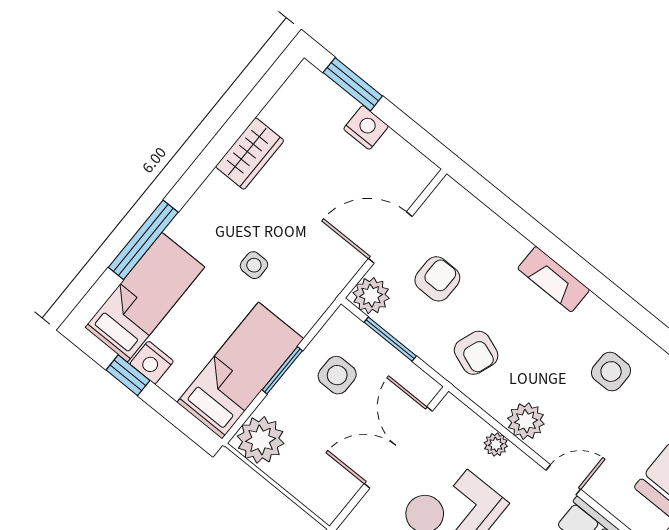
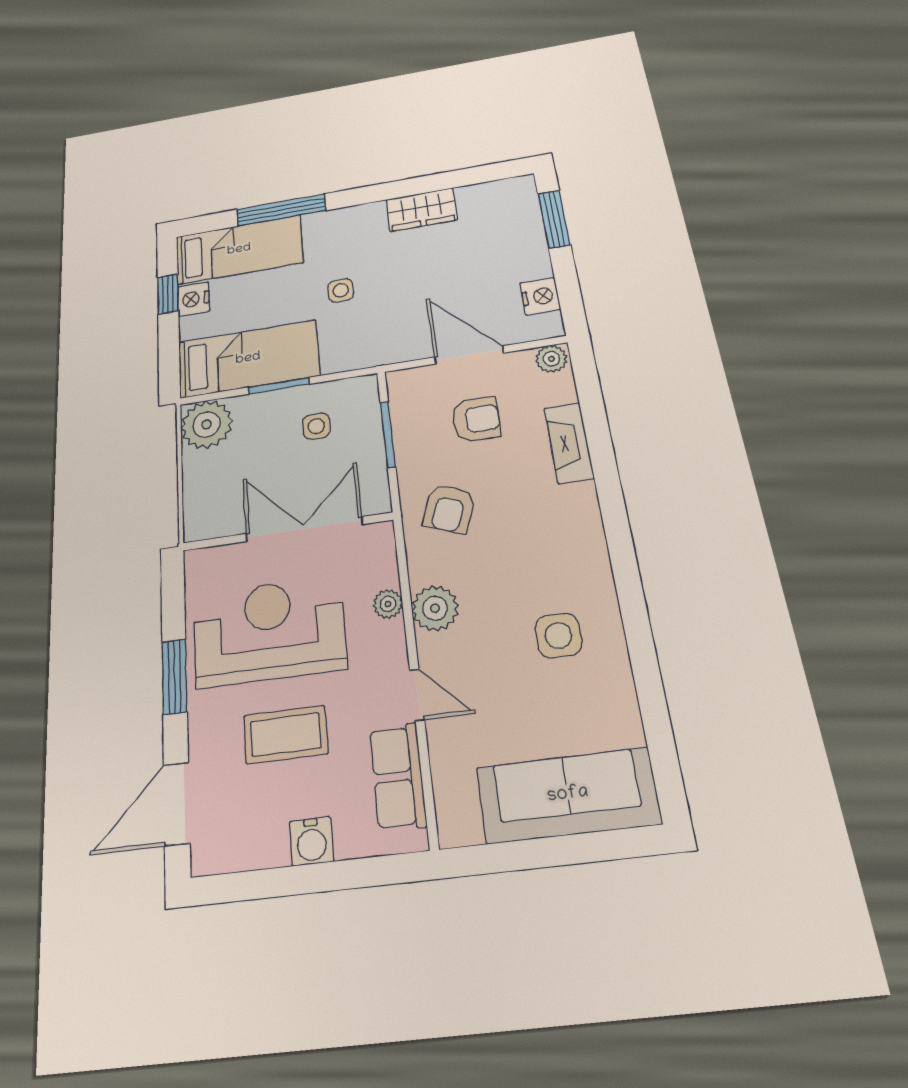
nightstand: (366, 128) -> (540, 296), moved
fireplace: (554, 279) -> (569, 443), moved
plant: (371, 296) -> (551, 359), moved, width x0.73, depth x0.73
side table: (337, 375) -> (316, 426), width x0.73, depth x0.73

